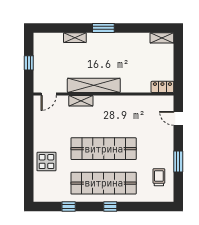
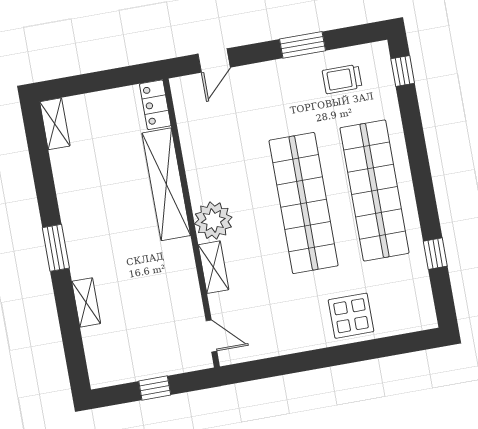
shelving: (94, 85) -> (166, 184), moved
plant: (103, 105) -> (213, 221), added
window: (110, 207) -> (403, 71), moved

